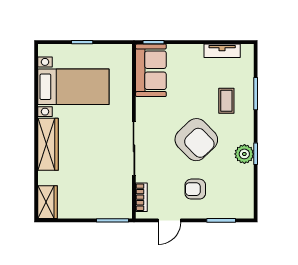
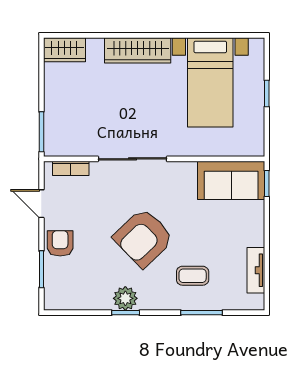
armchair: (195, 189) -> (60, 243), moved

